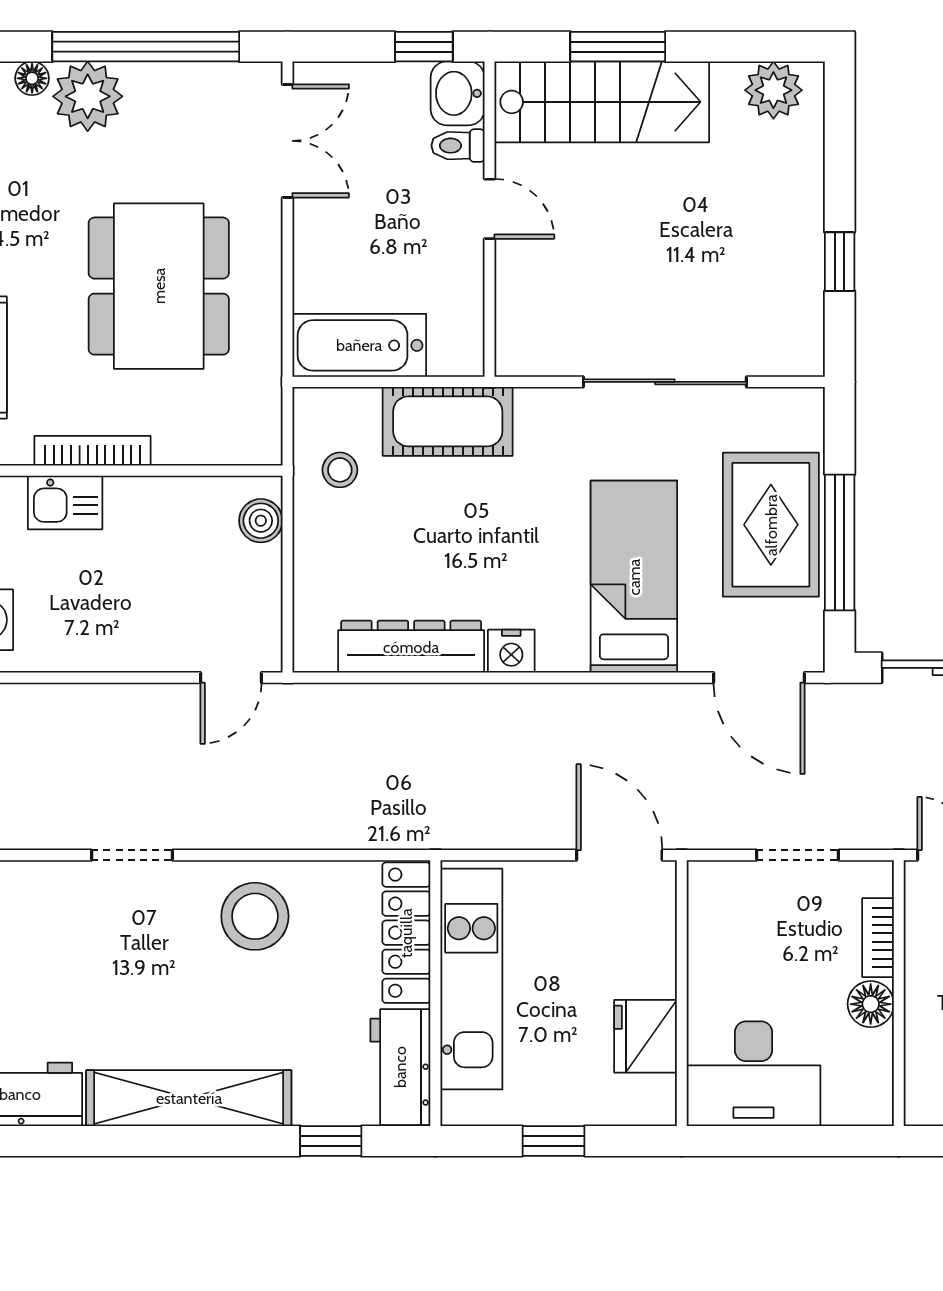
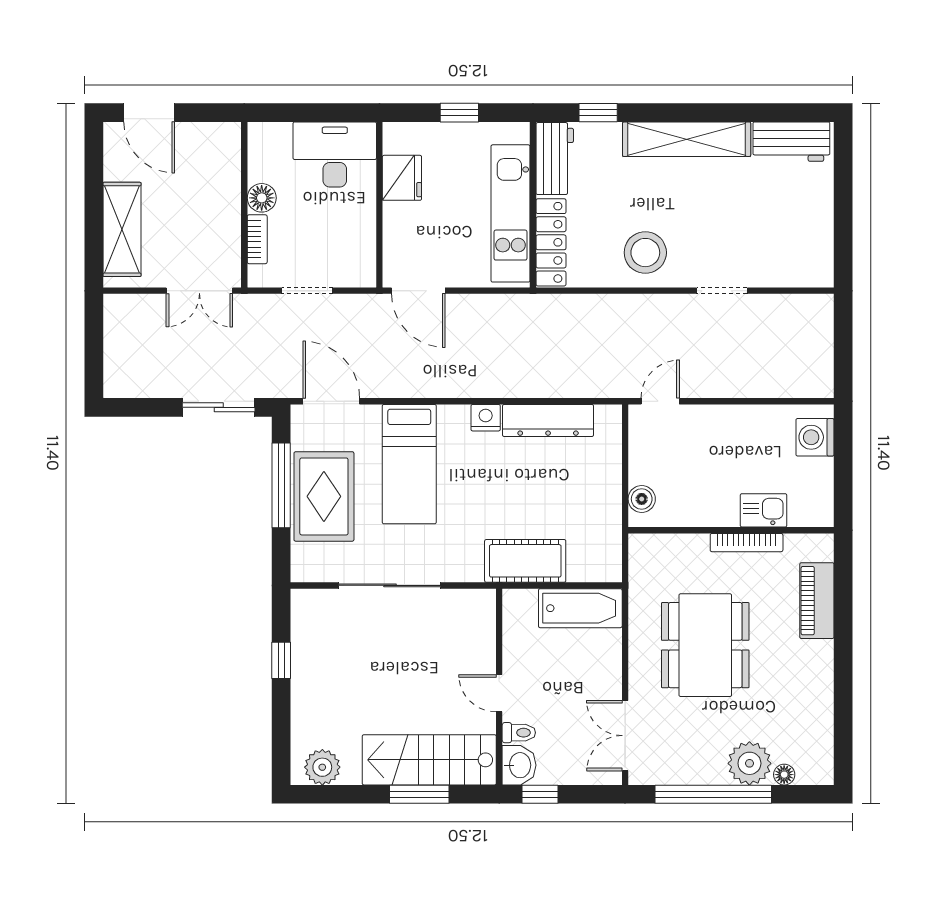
stool: (340, 470) -> (592, 531), removed

